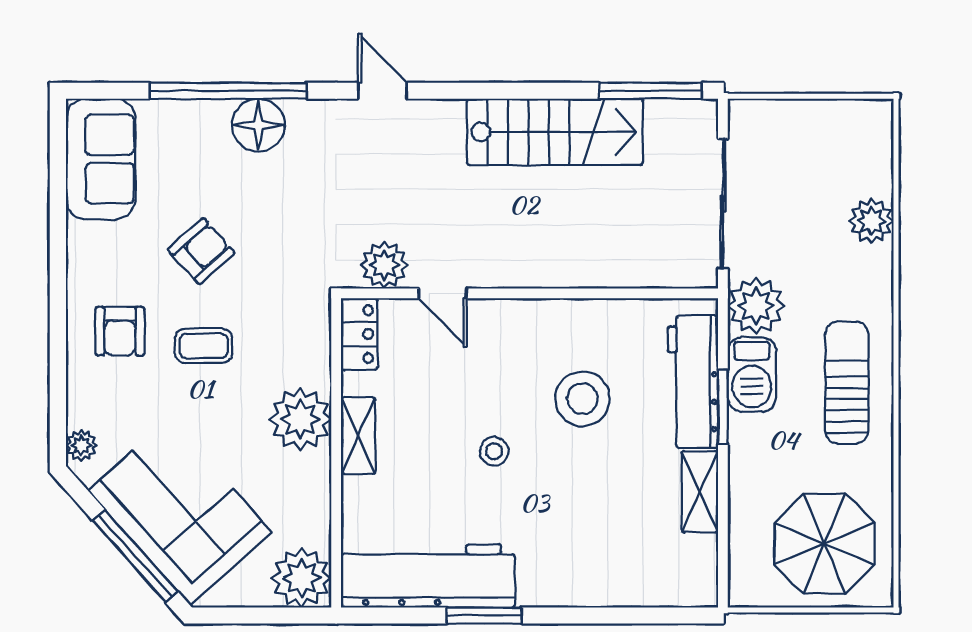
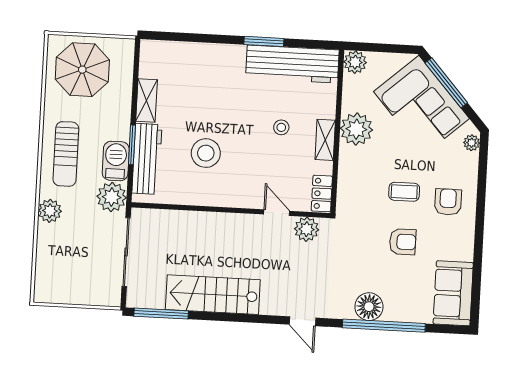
plant: (871, 221) -> (50, 211), moved
armchair: (201, 251) -> (403, 242), turned -138
plant: (300, 419) -> (356, 129), moved
stool: (494, 451) -> (281, 127), moved
plant: (302, 578) -> (355, 62), width x0.73, depth x0.73

